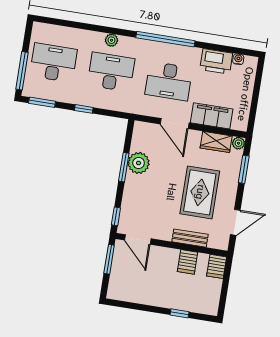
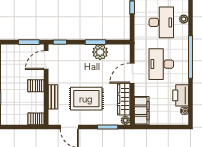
filing cabinet: (212, 116) -> (142, 111), moved
wardrobe: (216, 142) -> (124, 99), width x1.50
server rack: (187, 262) -> (36, 86), moved

